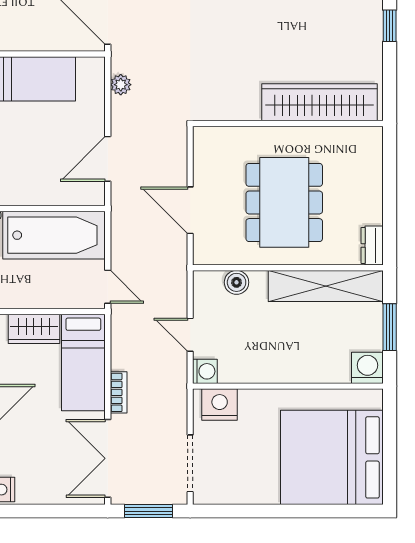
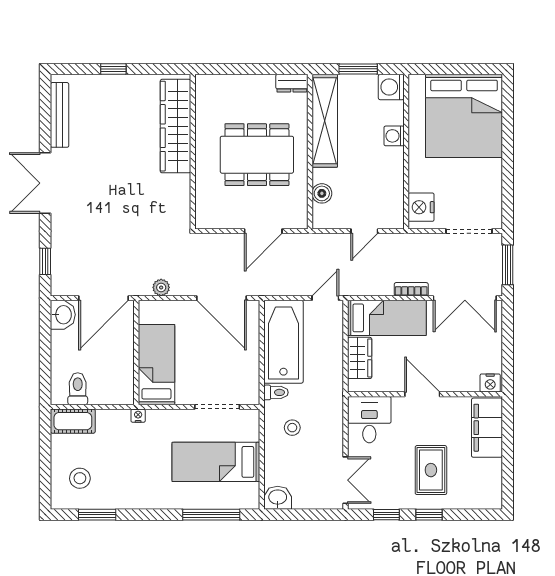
door: (108, 159) -> (222, 298), width x1.36
washing machine: (205, 371) -> (394, 136), moved, turned -90

